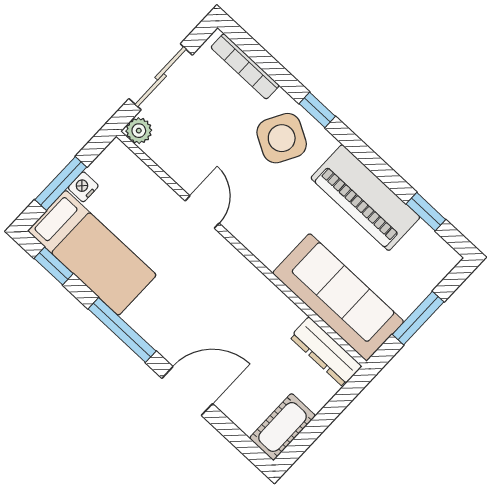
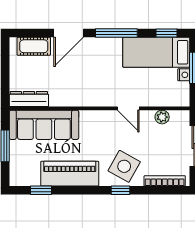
plant: (139, 131) -> (162, 117), moved
cot: (283, 427) -> (34, 46), moved, turned 90

